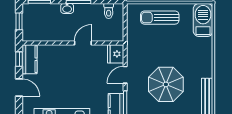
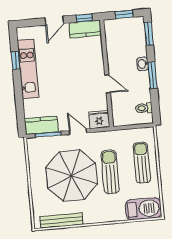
sun lounger: (166, 48) -> (110, 172), added
parasol: (166, 84) -> (72, 176), width x1.36, depth x1.36

